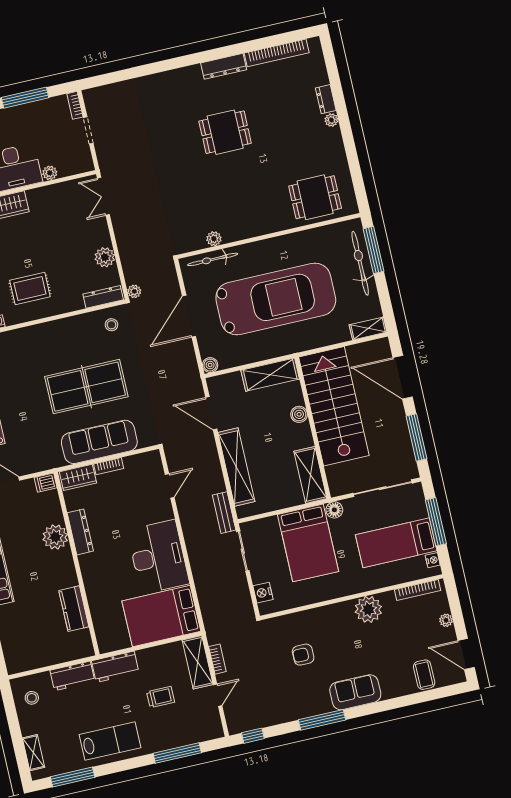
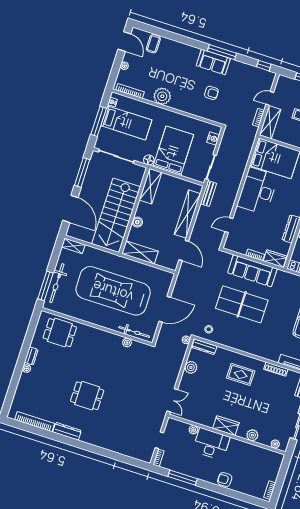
dresser: (326, 99) -> (31, 356), moved
boiler: (210, 365) -> (169, 277), removed
sofa: (355, 692) -> (213, 62), moved

